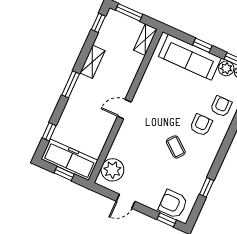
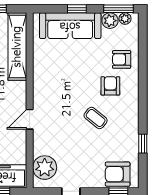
shelving: (145, 40) -> (17, 47), width x2.20, depth x1.33
armchair: (221, 106) -> (122, 59), turned -90
door: (124, 109) -> (30, 119), moved

